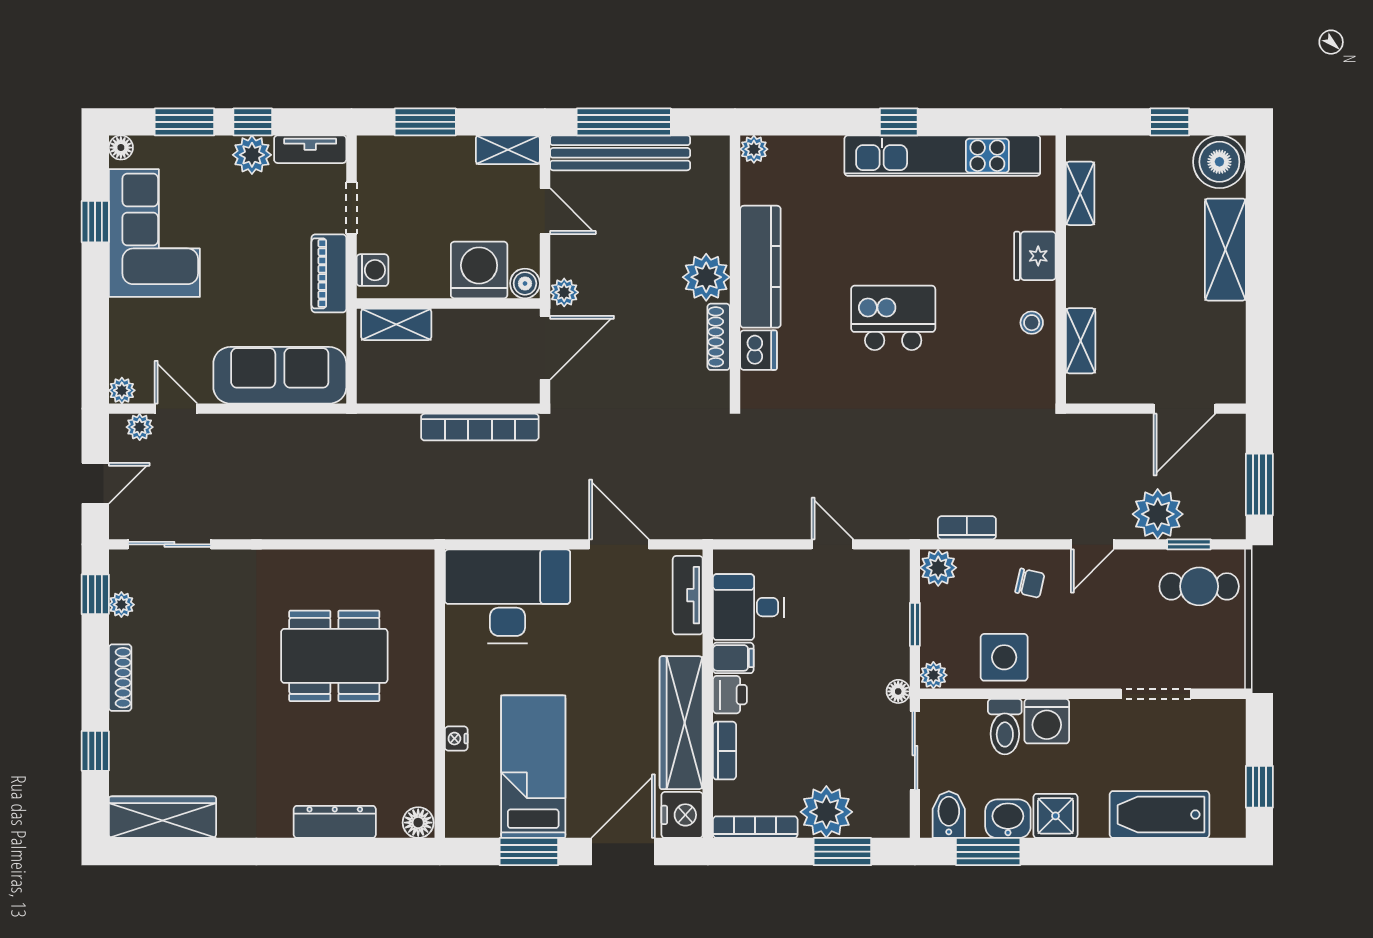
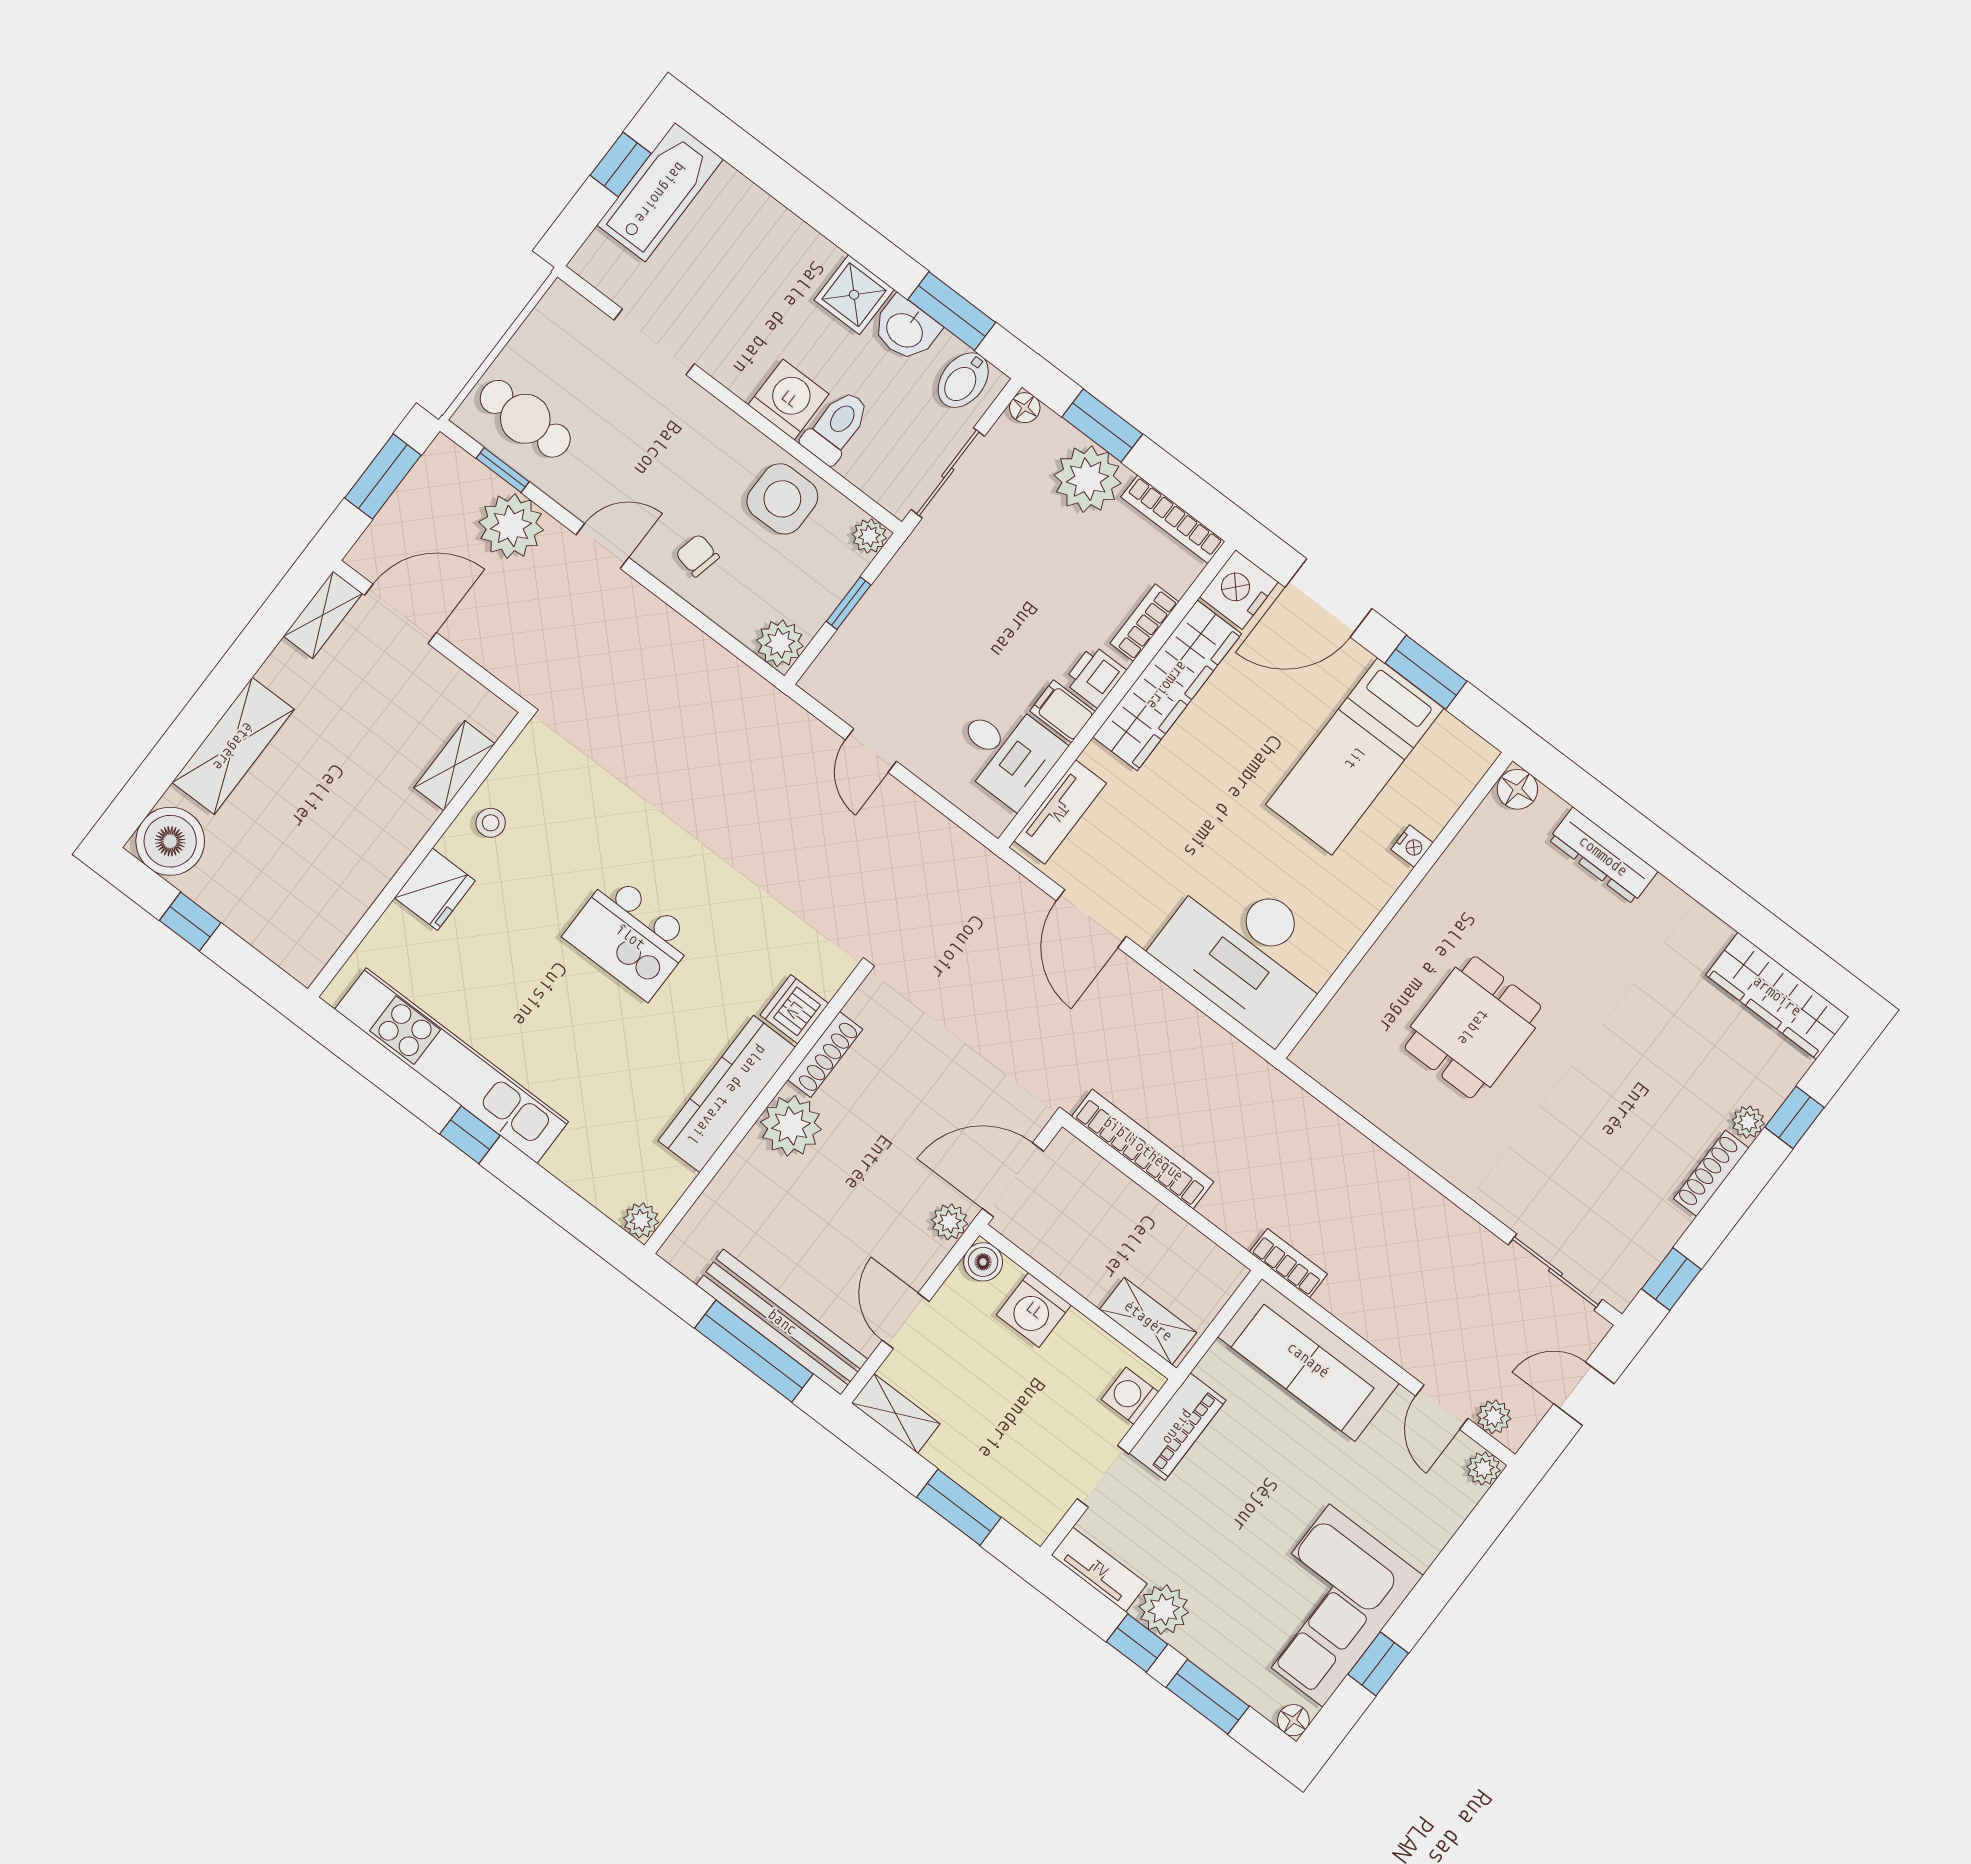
shelving: (1080, 193) -> (323, 615), moved
washing machine: (479, 270) -> (1034, 1310), width x0.73, depth x0.73
bookcase: (967, 528) -> (1288, 1263), moved, turned 180
plant: (121, 605) -> (1748, 1122), moved
dining table: (334, 656) -> (1473, 1027), width x0.73
floor lamp: (898, 691) -> (1025, 408), moved
bathtub: (1159, 815) -> (660, 192), moved, turned -90

